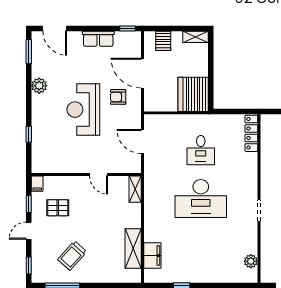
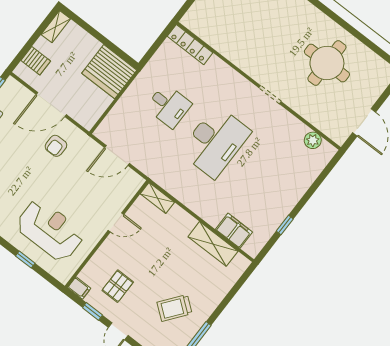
reception desk: (83, 110) -> (50, 230), moved, turned 180
trolley: (72, 256) -> (175, 308), turned 86

